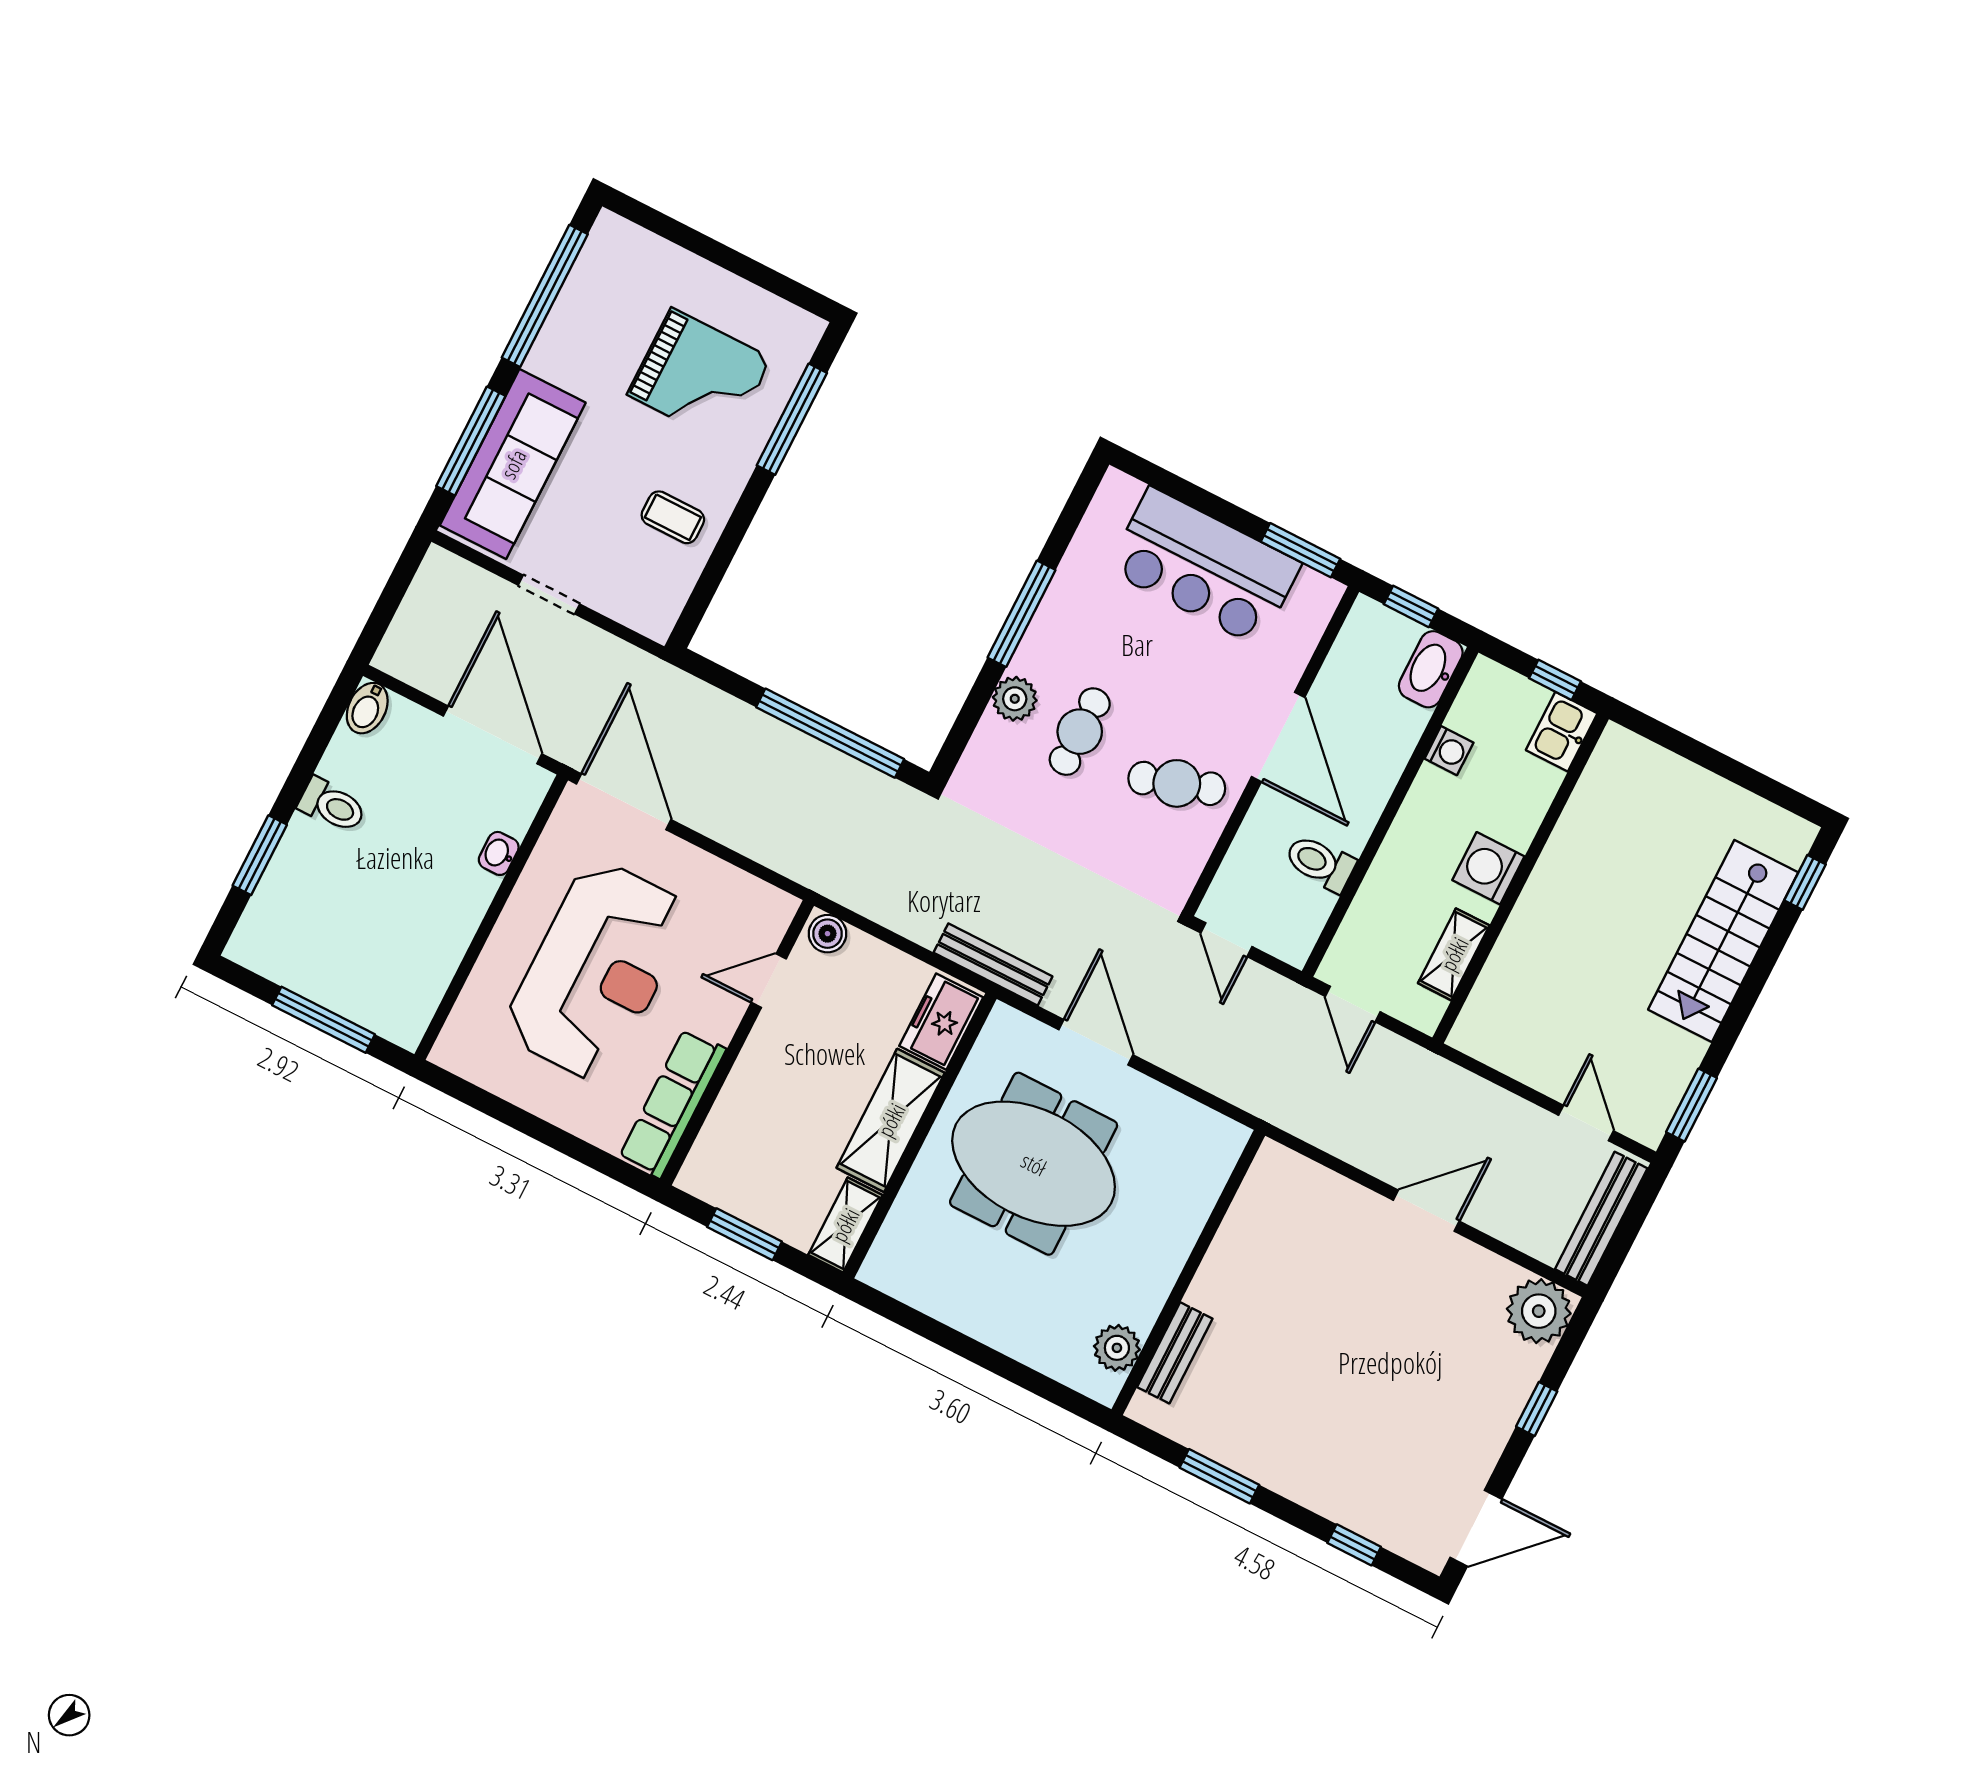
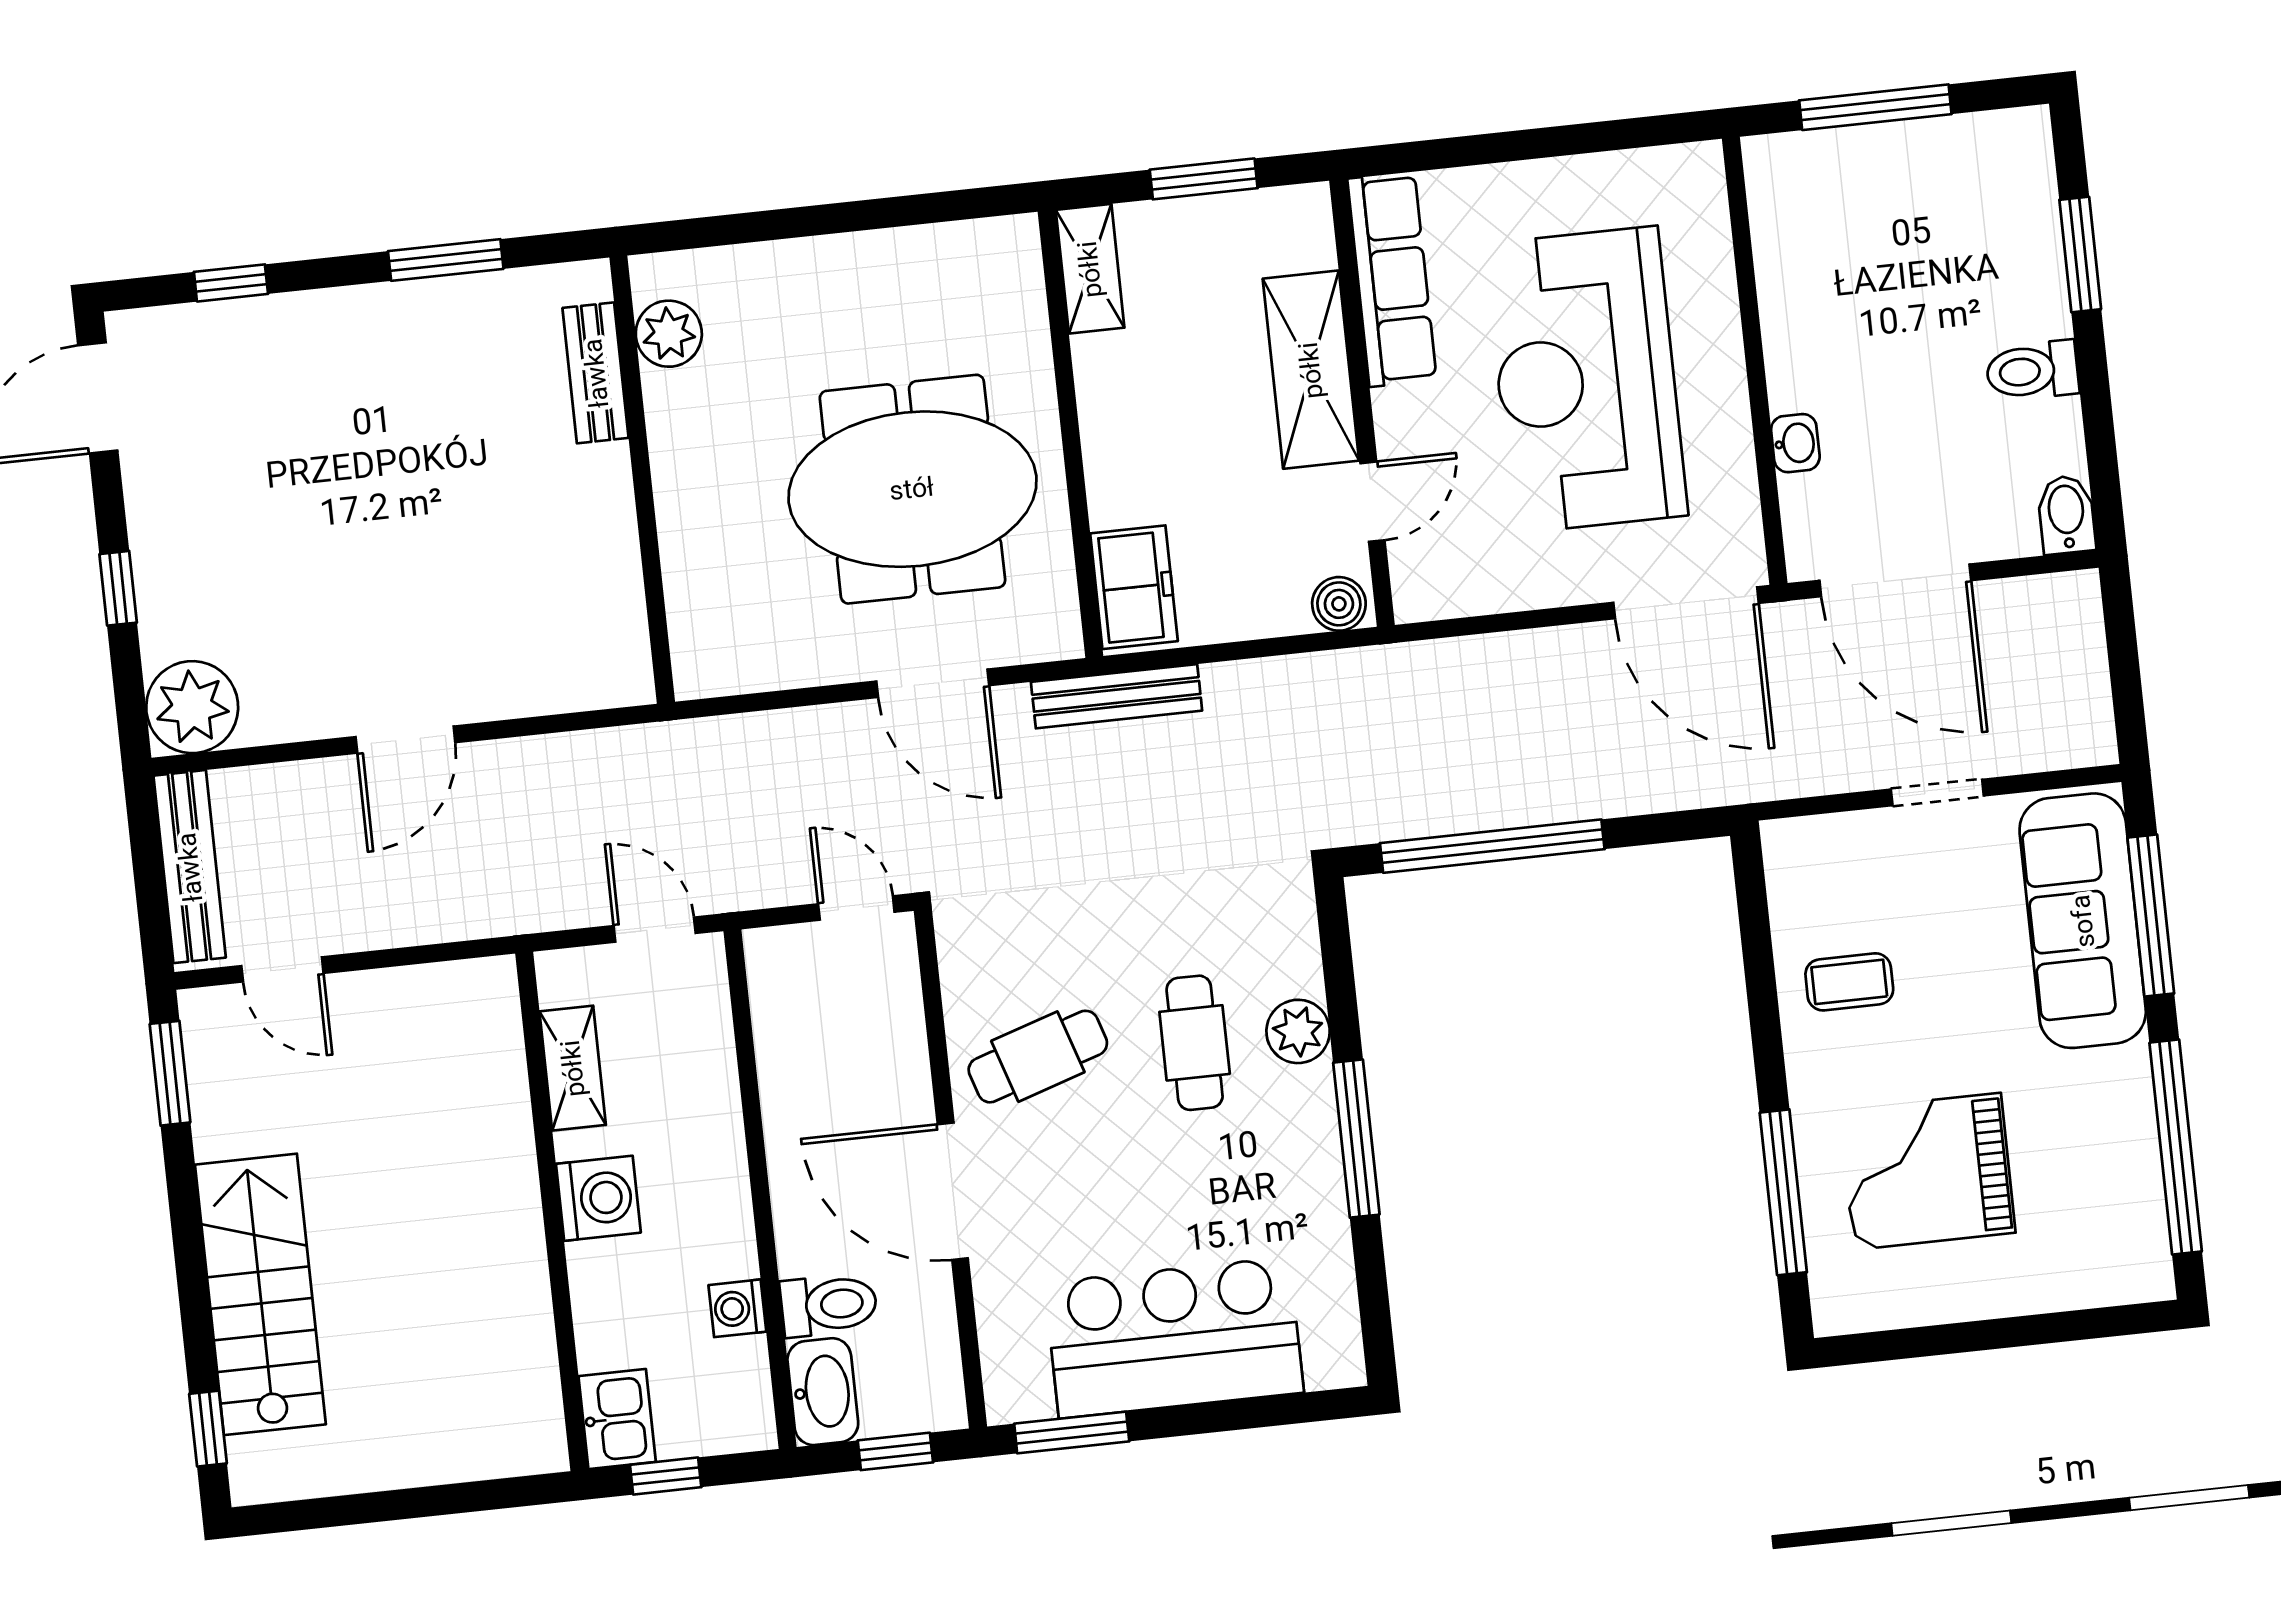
toilet: (1320, 863) -> (829, 1305), moved
shelving: (891, 1120) -> (1311, 370), moved

